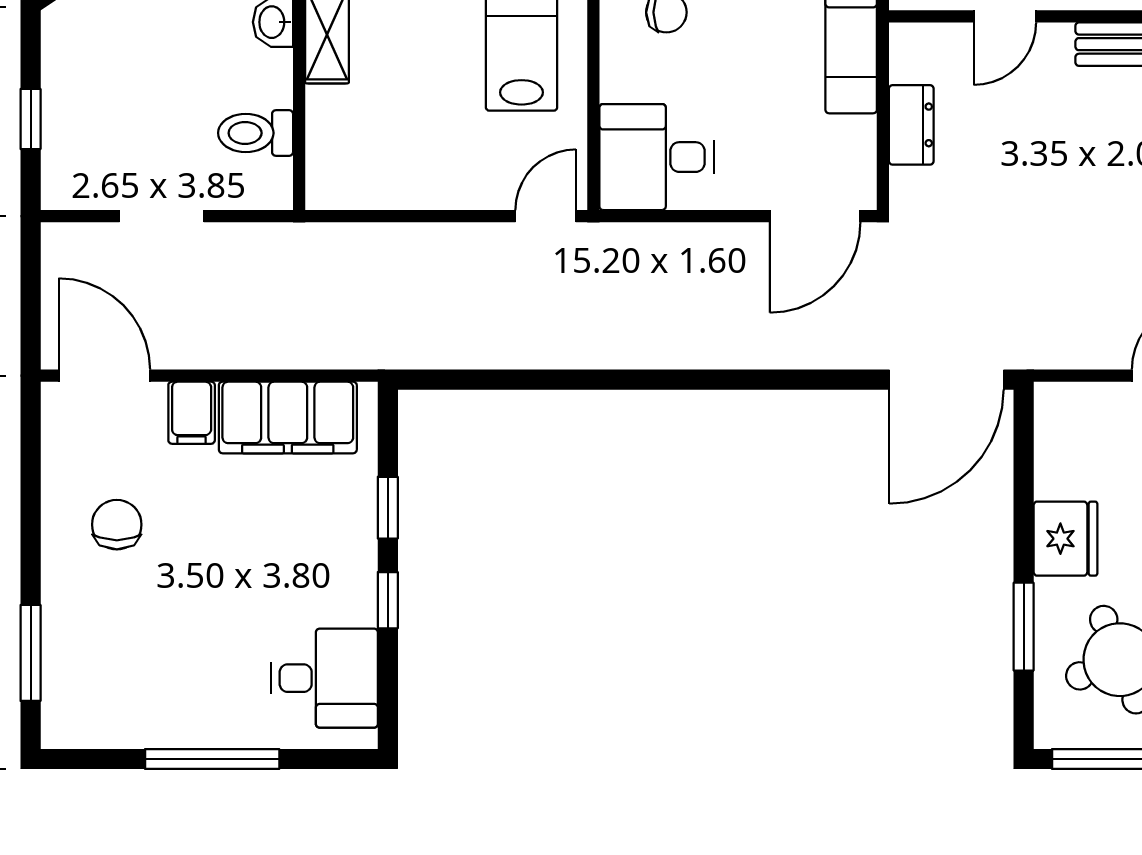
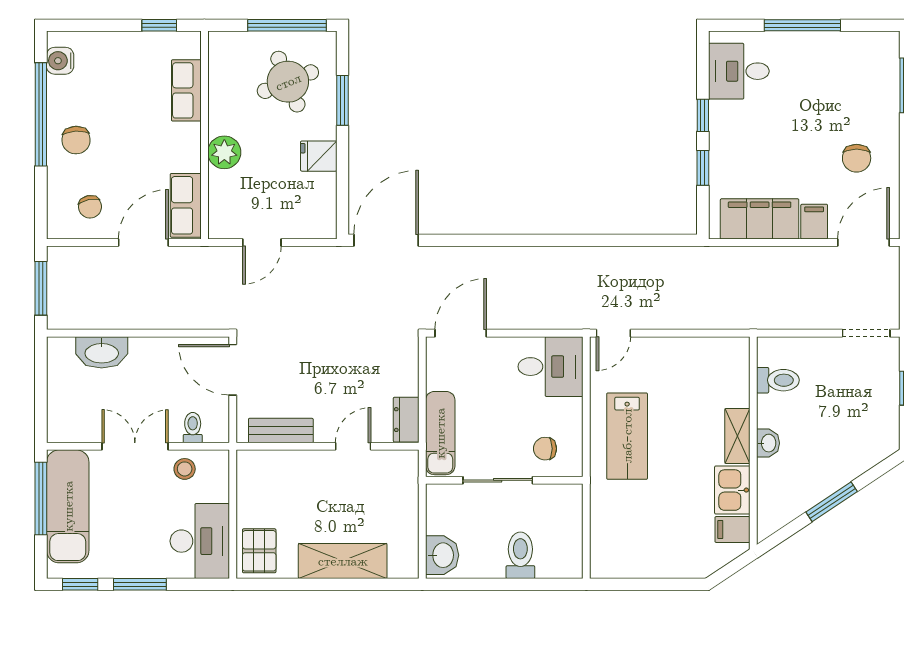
dresser: (911, 125) -> (406, 420), moved
doorway: (162, 216) -> (866, 333), moved
door: (104, 376) -> (864, 243), swing flipped
fridge: (1066, 539) -> (319, 156), width x0.72

